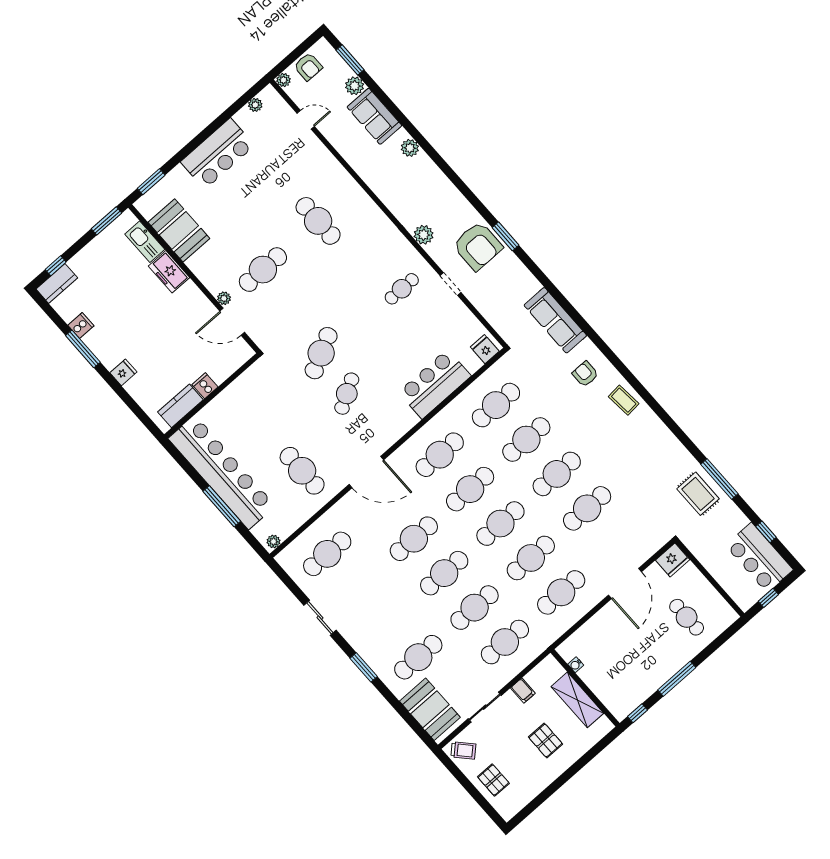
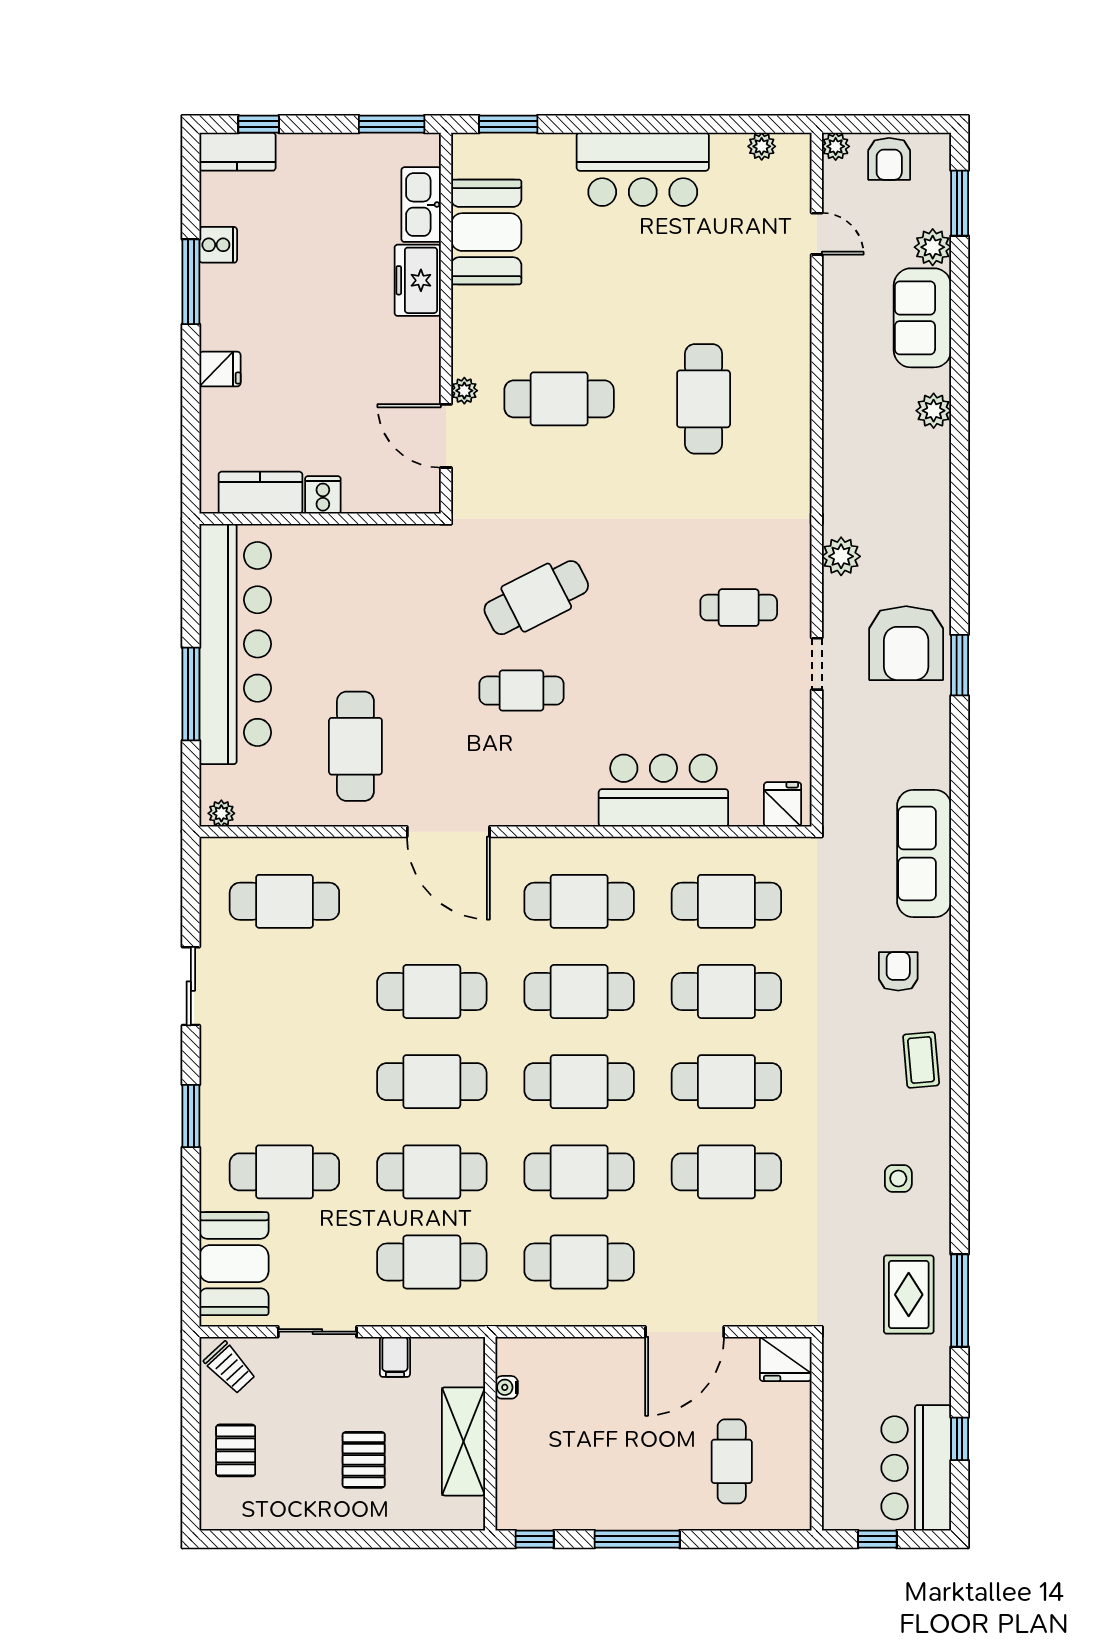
cafe table: (347, 394) -> (521, 691), turned 30
side table: (655, 453) -> (898, 1178), added

